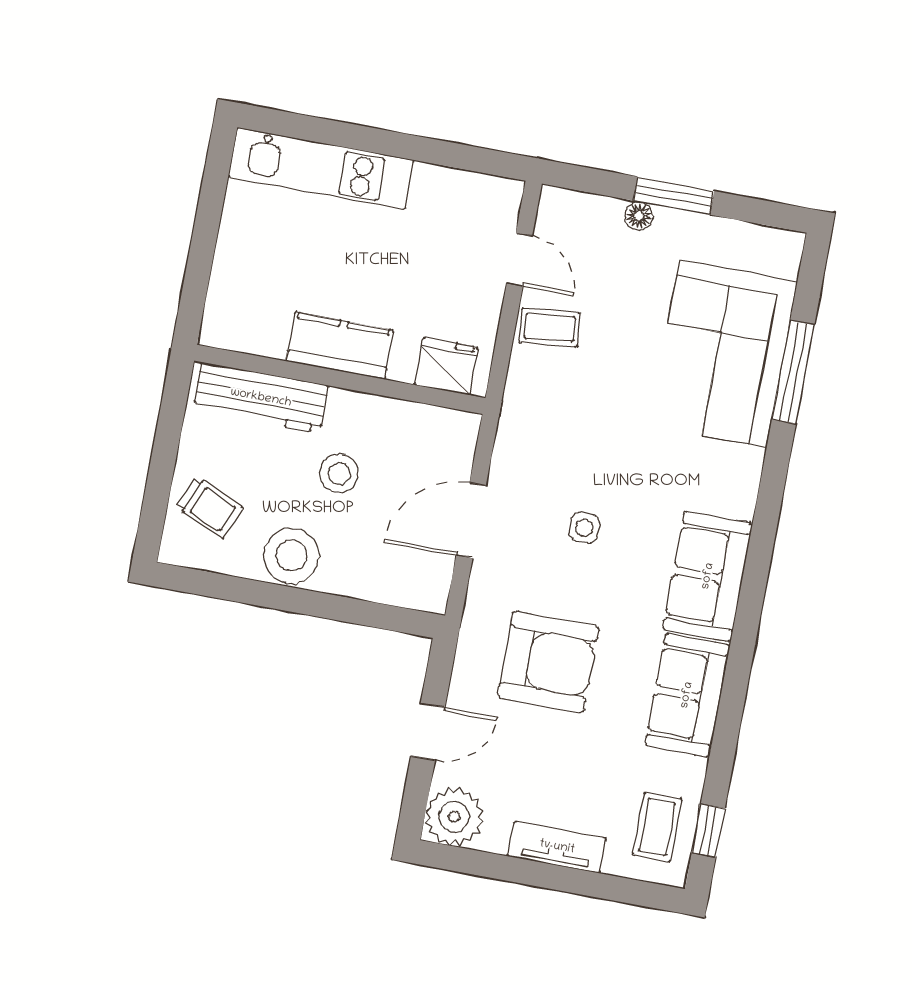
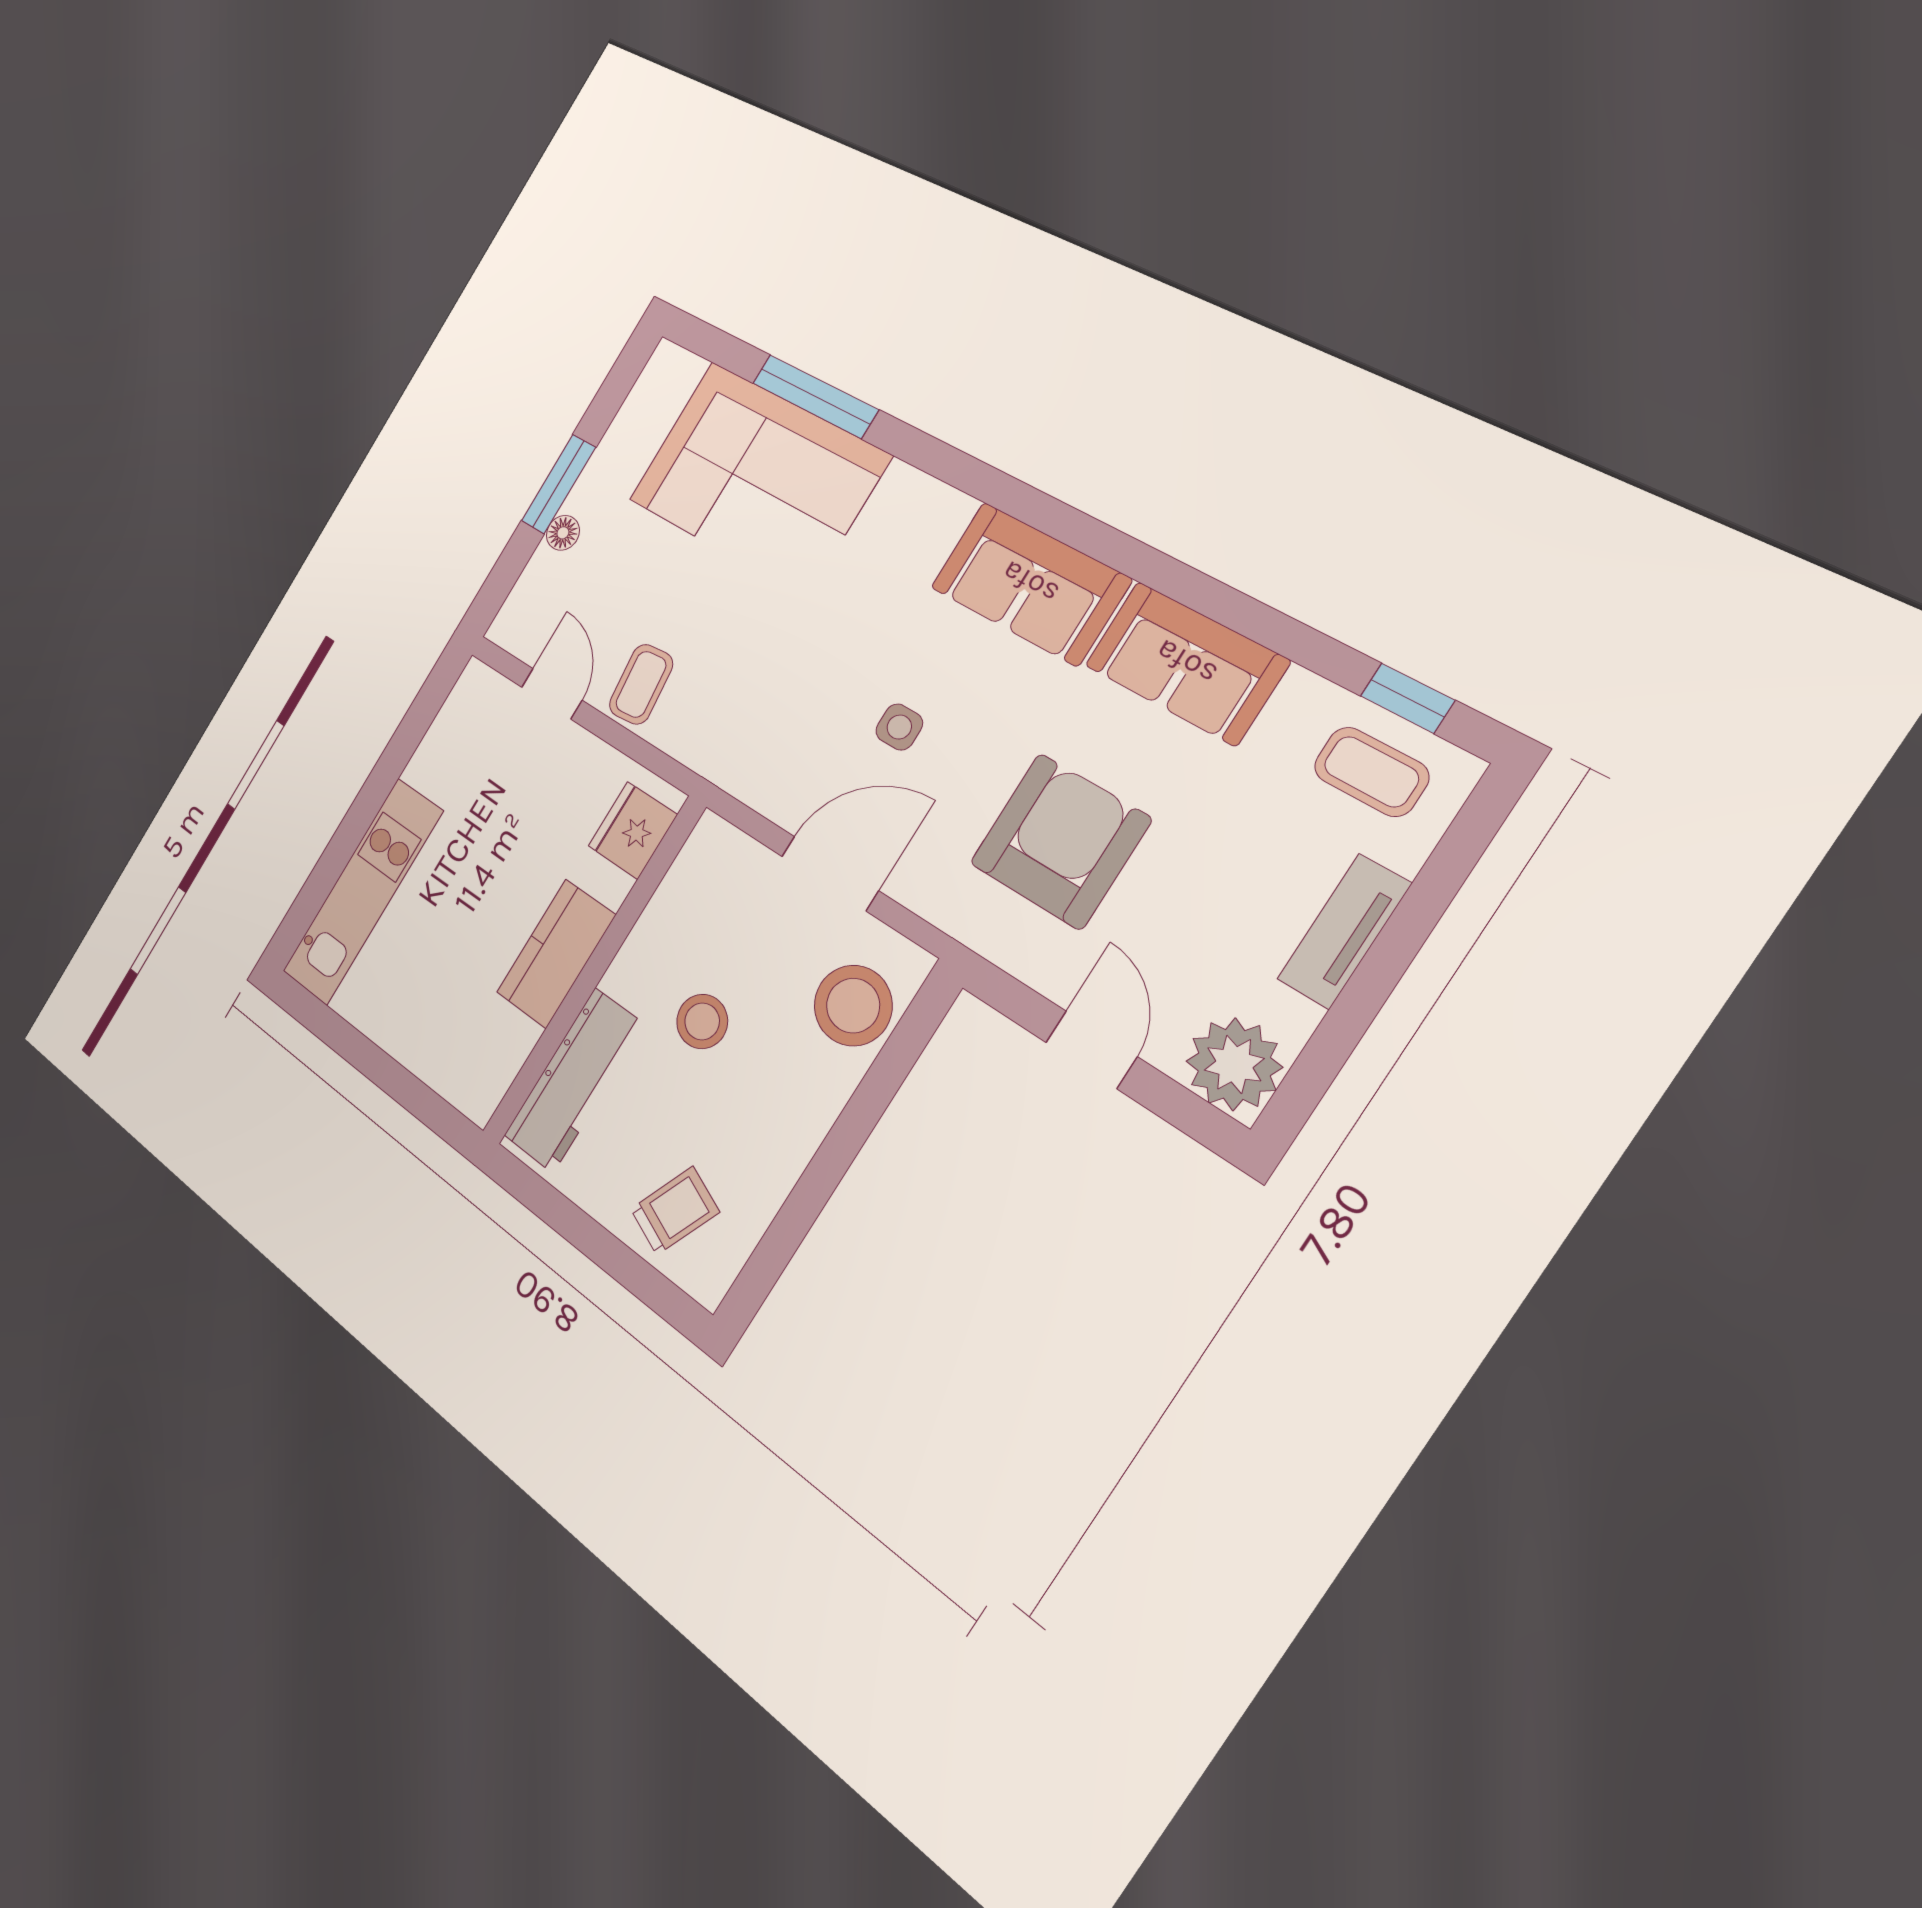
door: (519, 260) -> (552, 694), hinge flipped
door: (471, 520) -> (830, 873), swing flipped
stool: (292, 556) -> (853, 1006), moved

